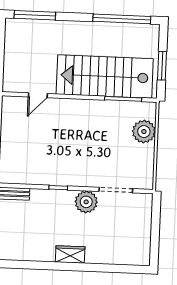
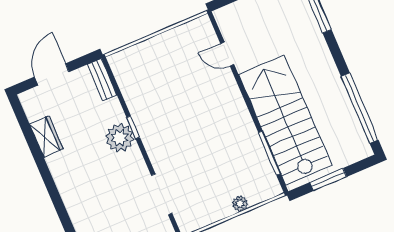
plant: (144, 132) -> (240, 203), width x0.53, depth x0.53
plant: (86, 202) -> (120, 138), moved
wardrobe: (70, 254) -> (46, 137), moved

